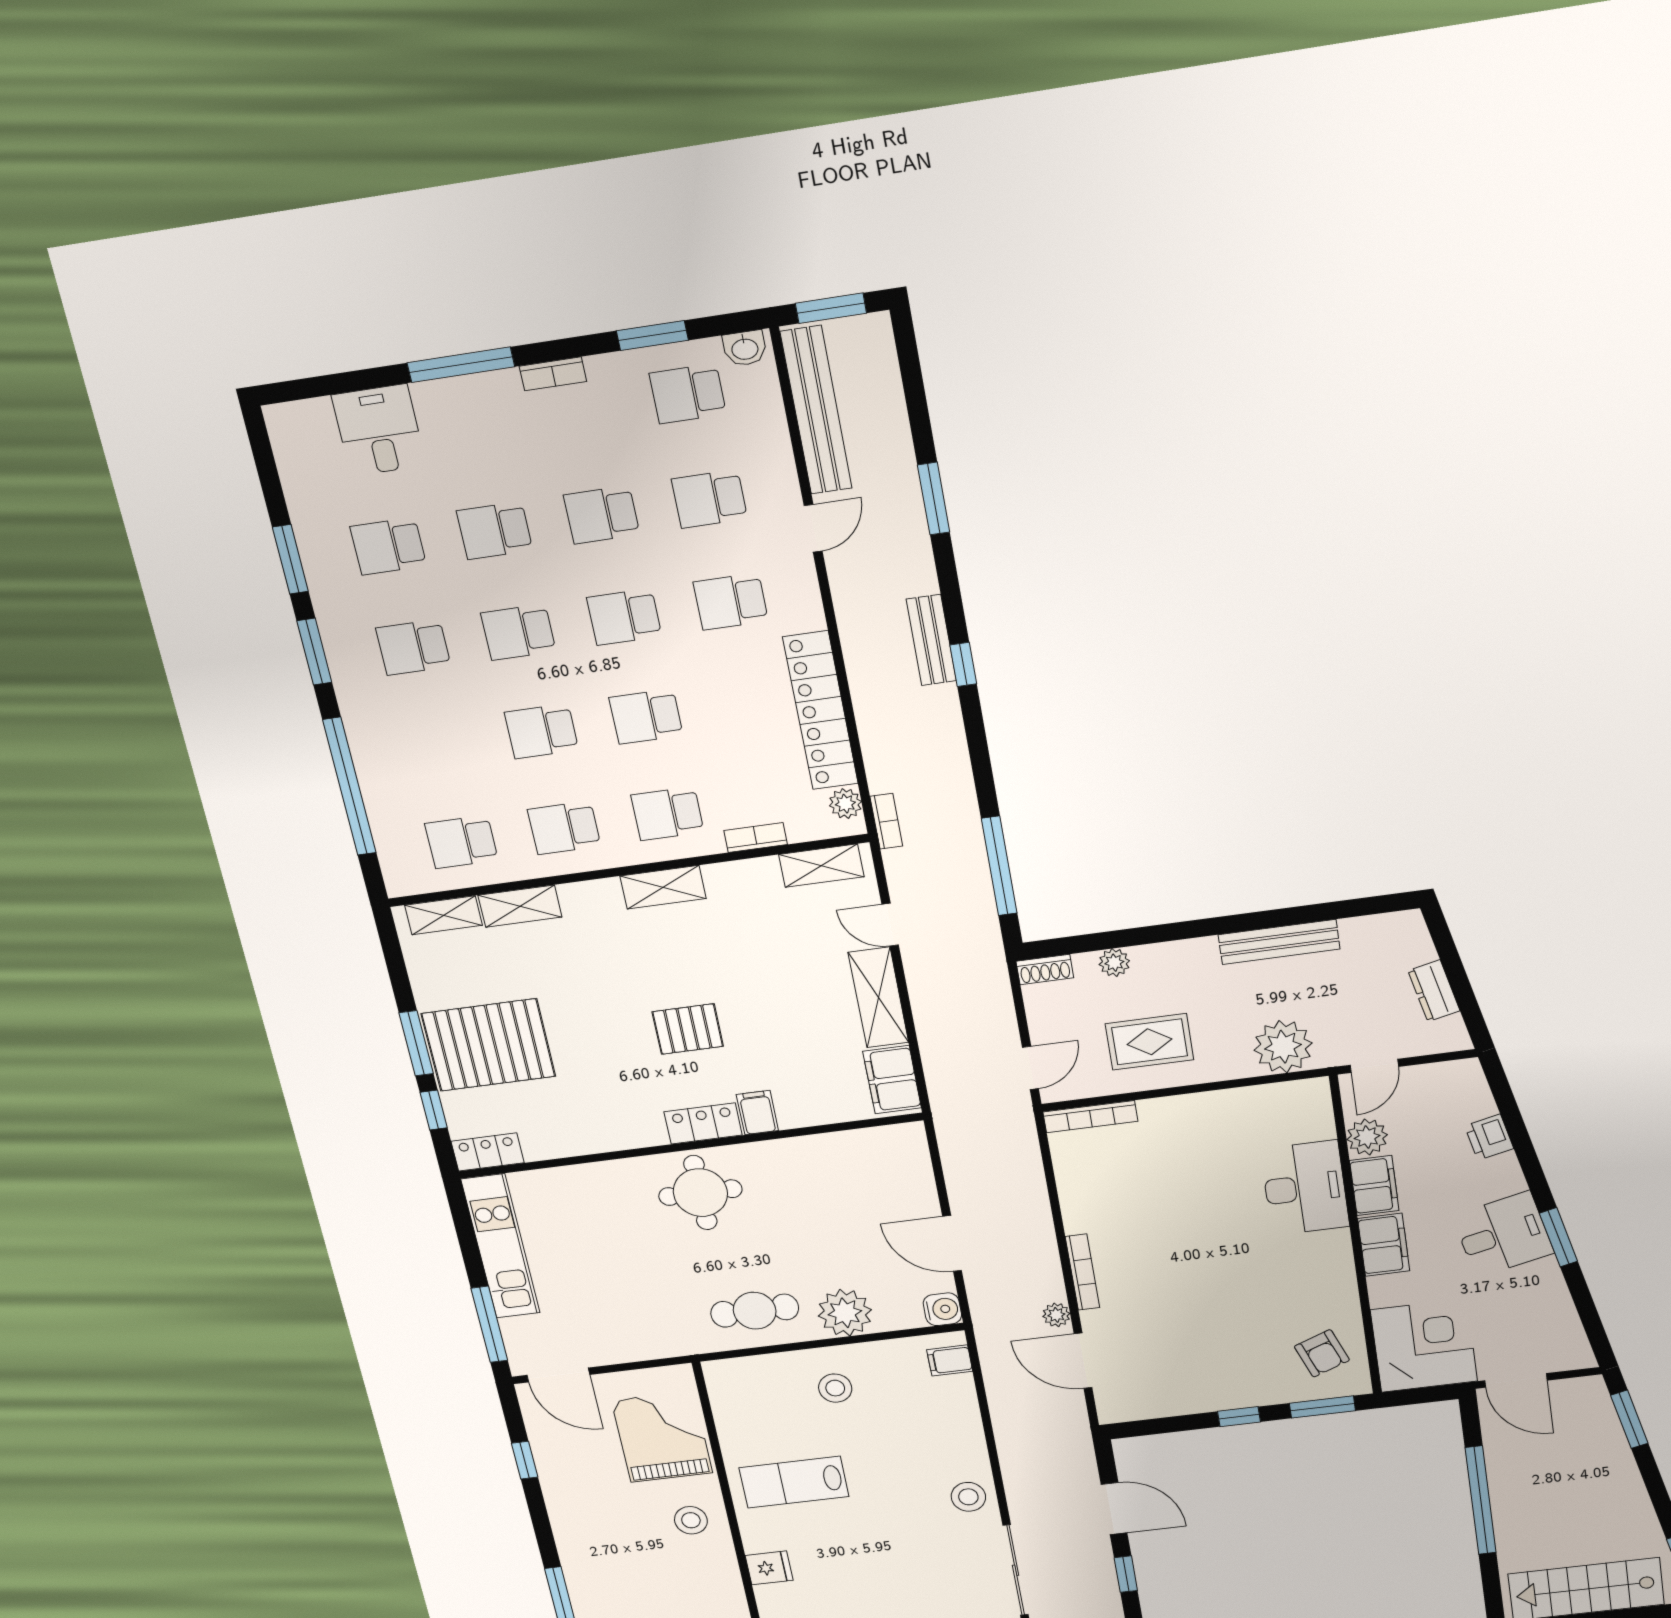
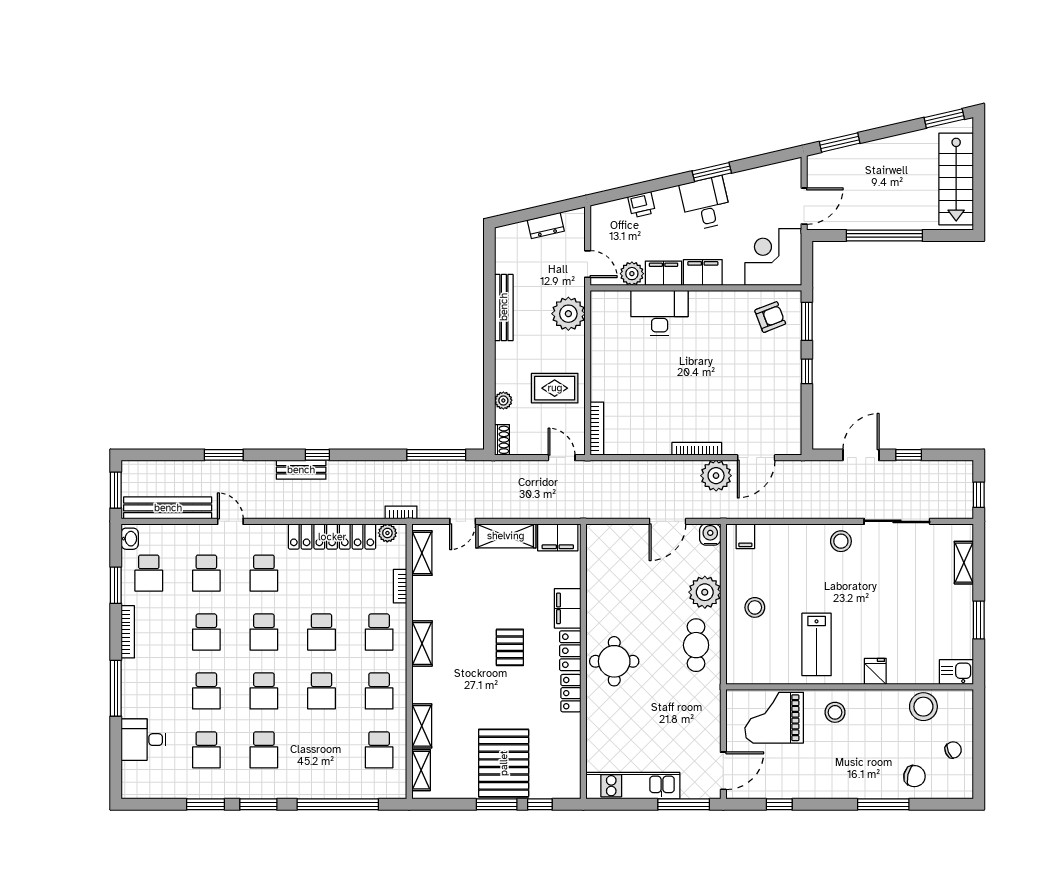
bookcase: (553, 374) -> (128, 632), width x1.56
rug: (1149, 1042) -> (555, 388), turned 90
filing cabinet: (757, 1113) -> (568, 608), width x2.00
locker: (488, 1152) -> (571, 693), moved
plant: (1056, 1315) -> (716, 476), width x1.87, depth x1.87

